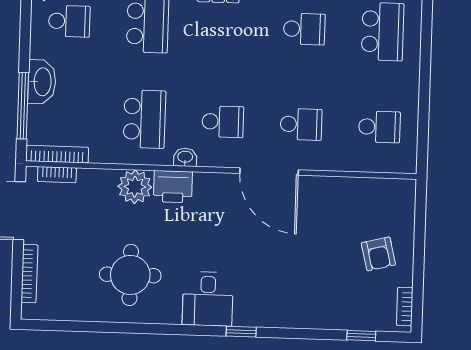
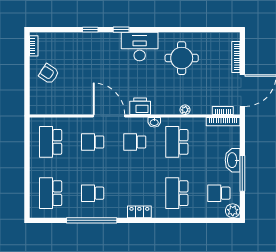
window: (23, 106) -> (242, 173), moved
school desk: (379, 127) -> (51, 142), width x1.85
plant: (135, 187) -> (185, 110), width x0.53, depth x0.53
printer: (173, 187) -> (140, 106), moved
armchair: (378, 254) -> (49, 74), turned -43
desk: (208, 299) -> (140, 47), width x1.37
window: (361, 336) -> (90, 30), moved

